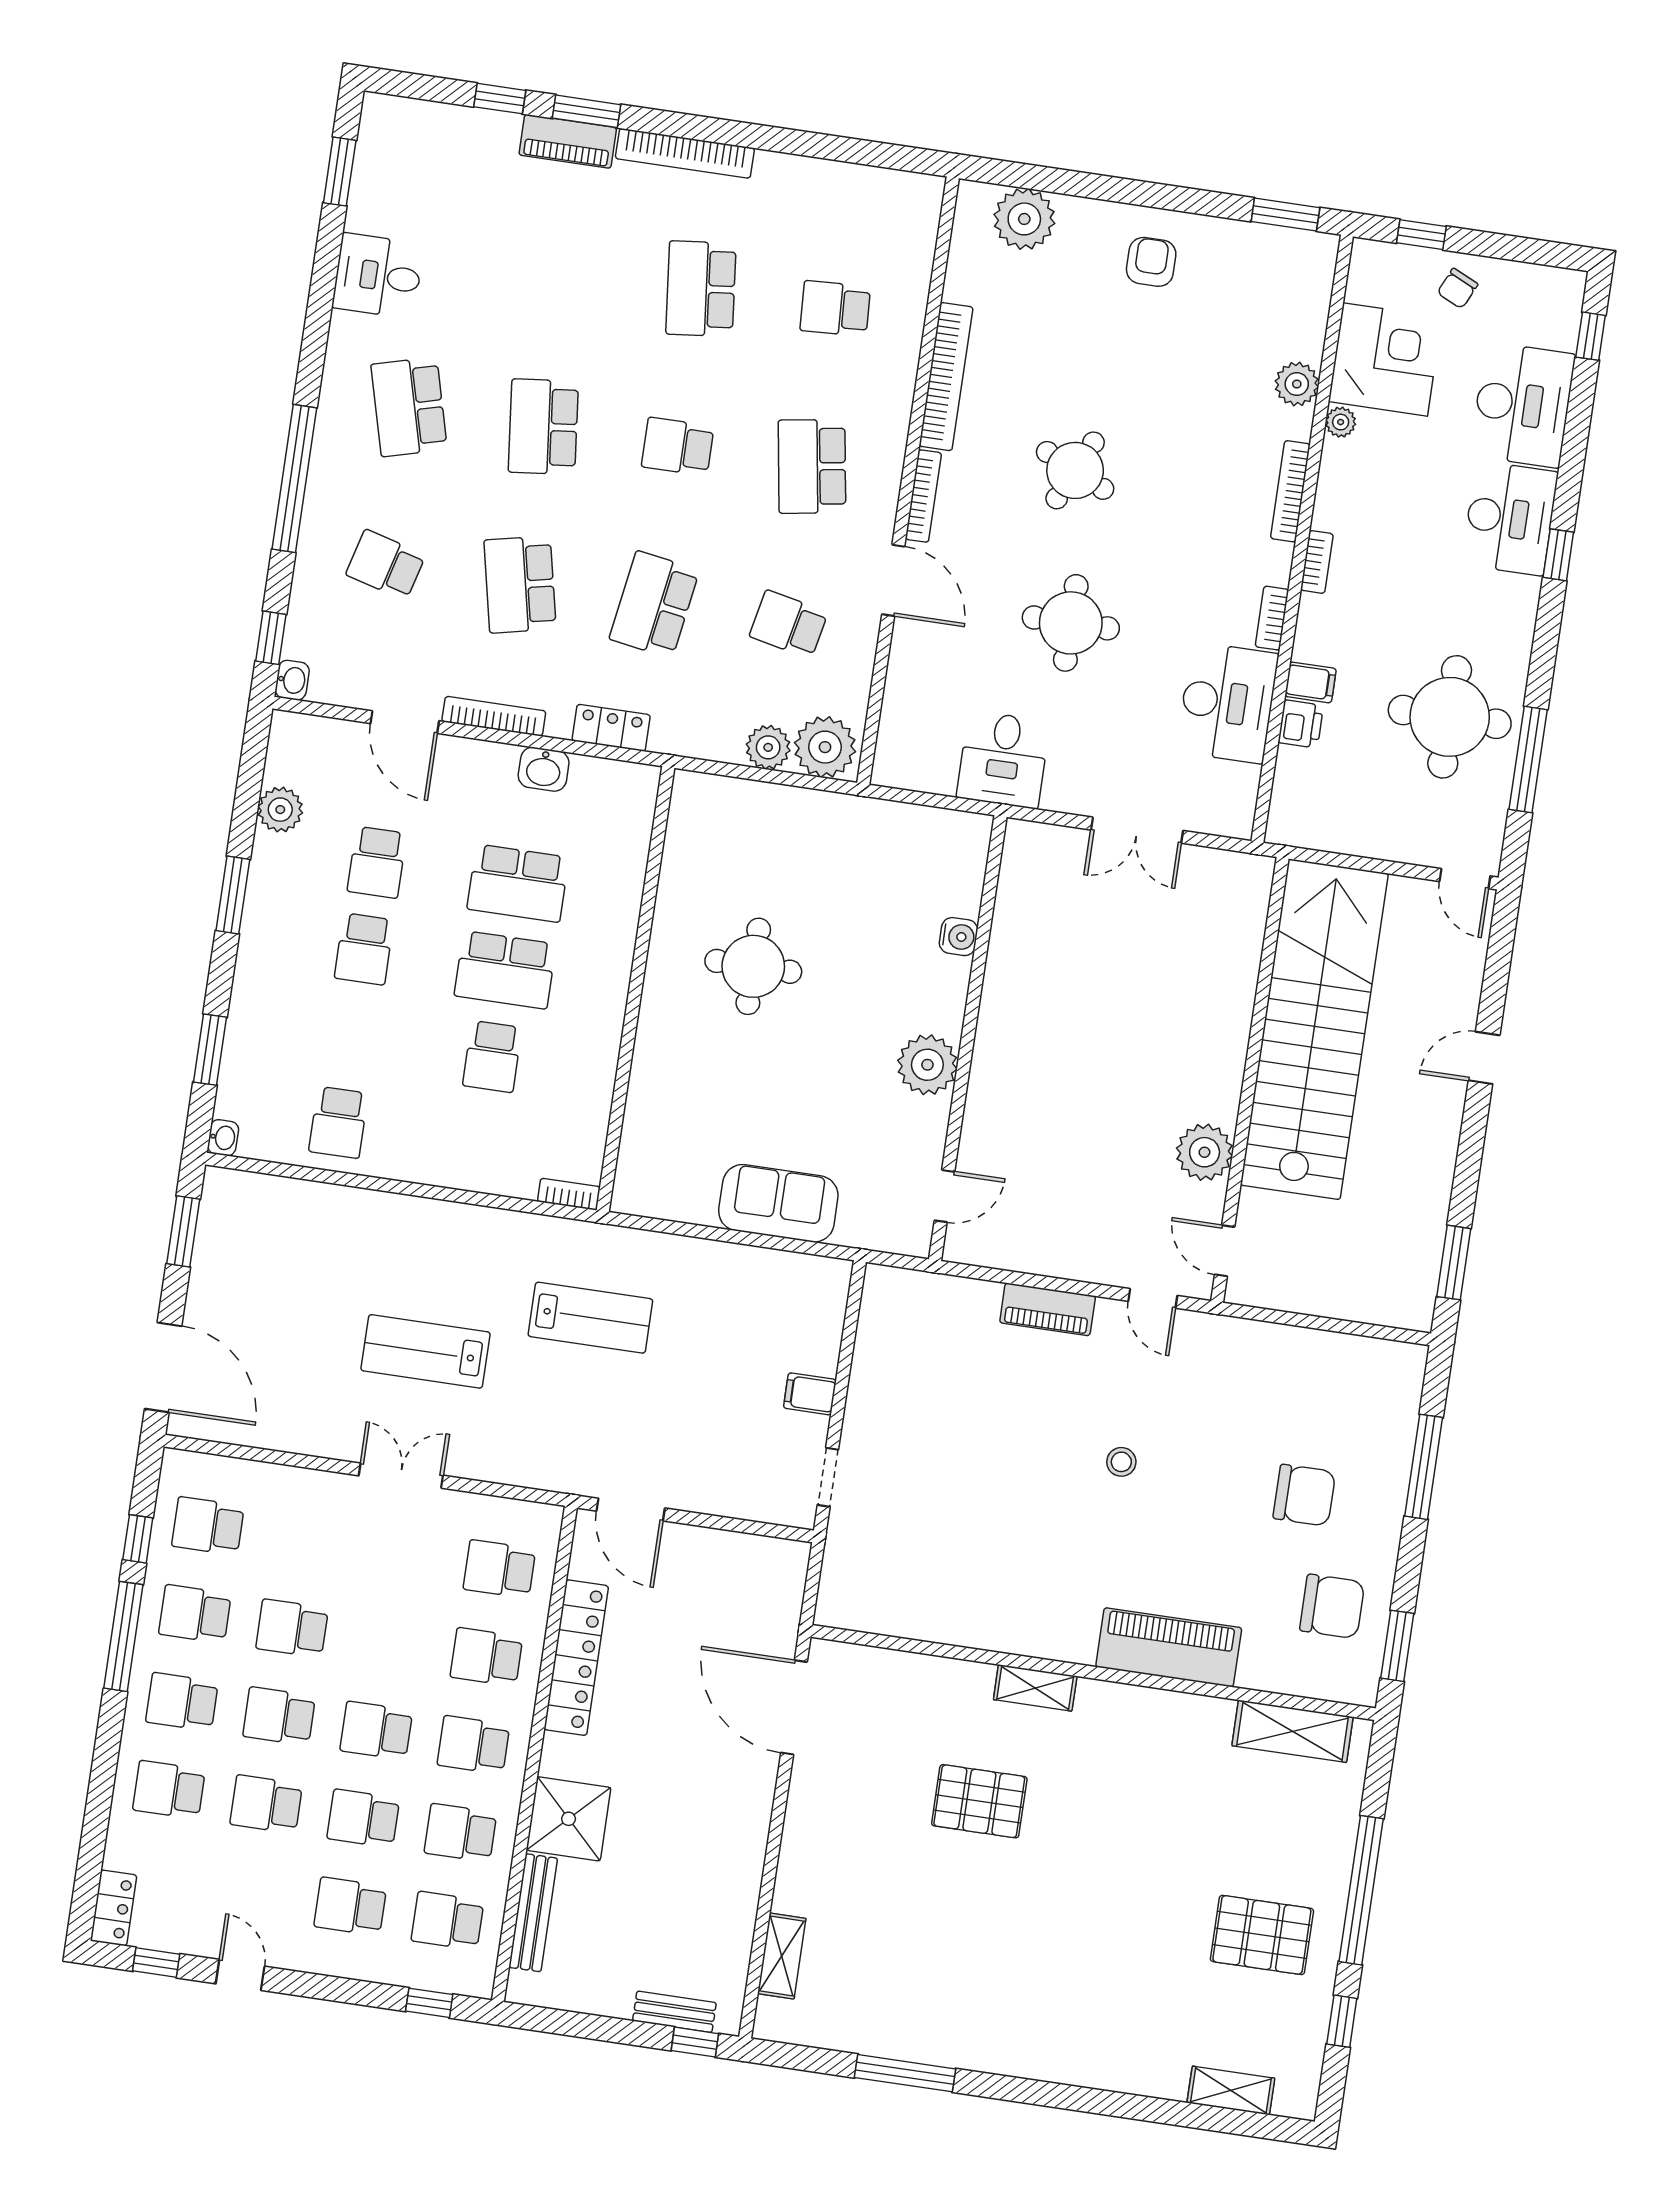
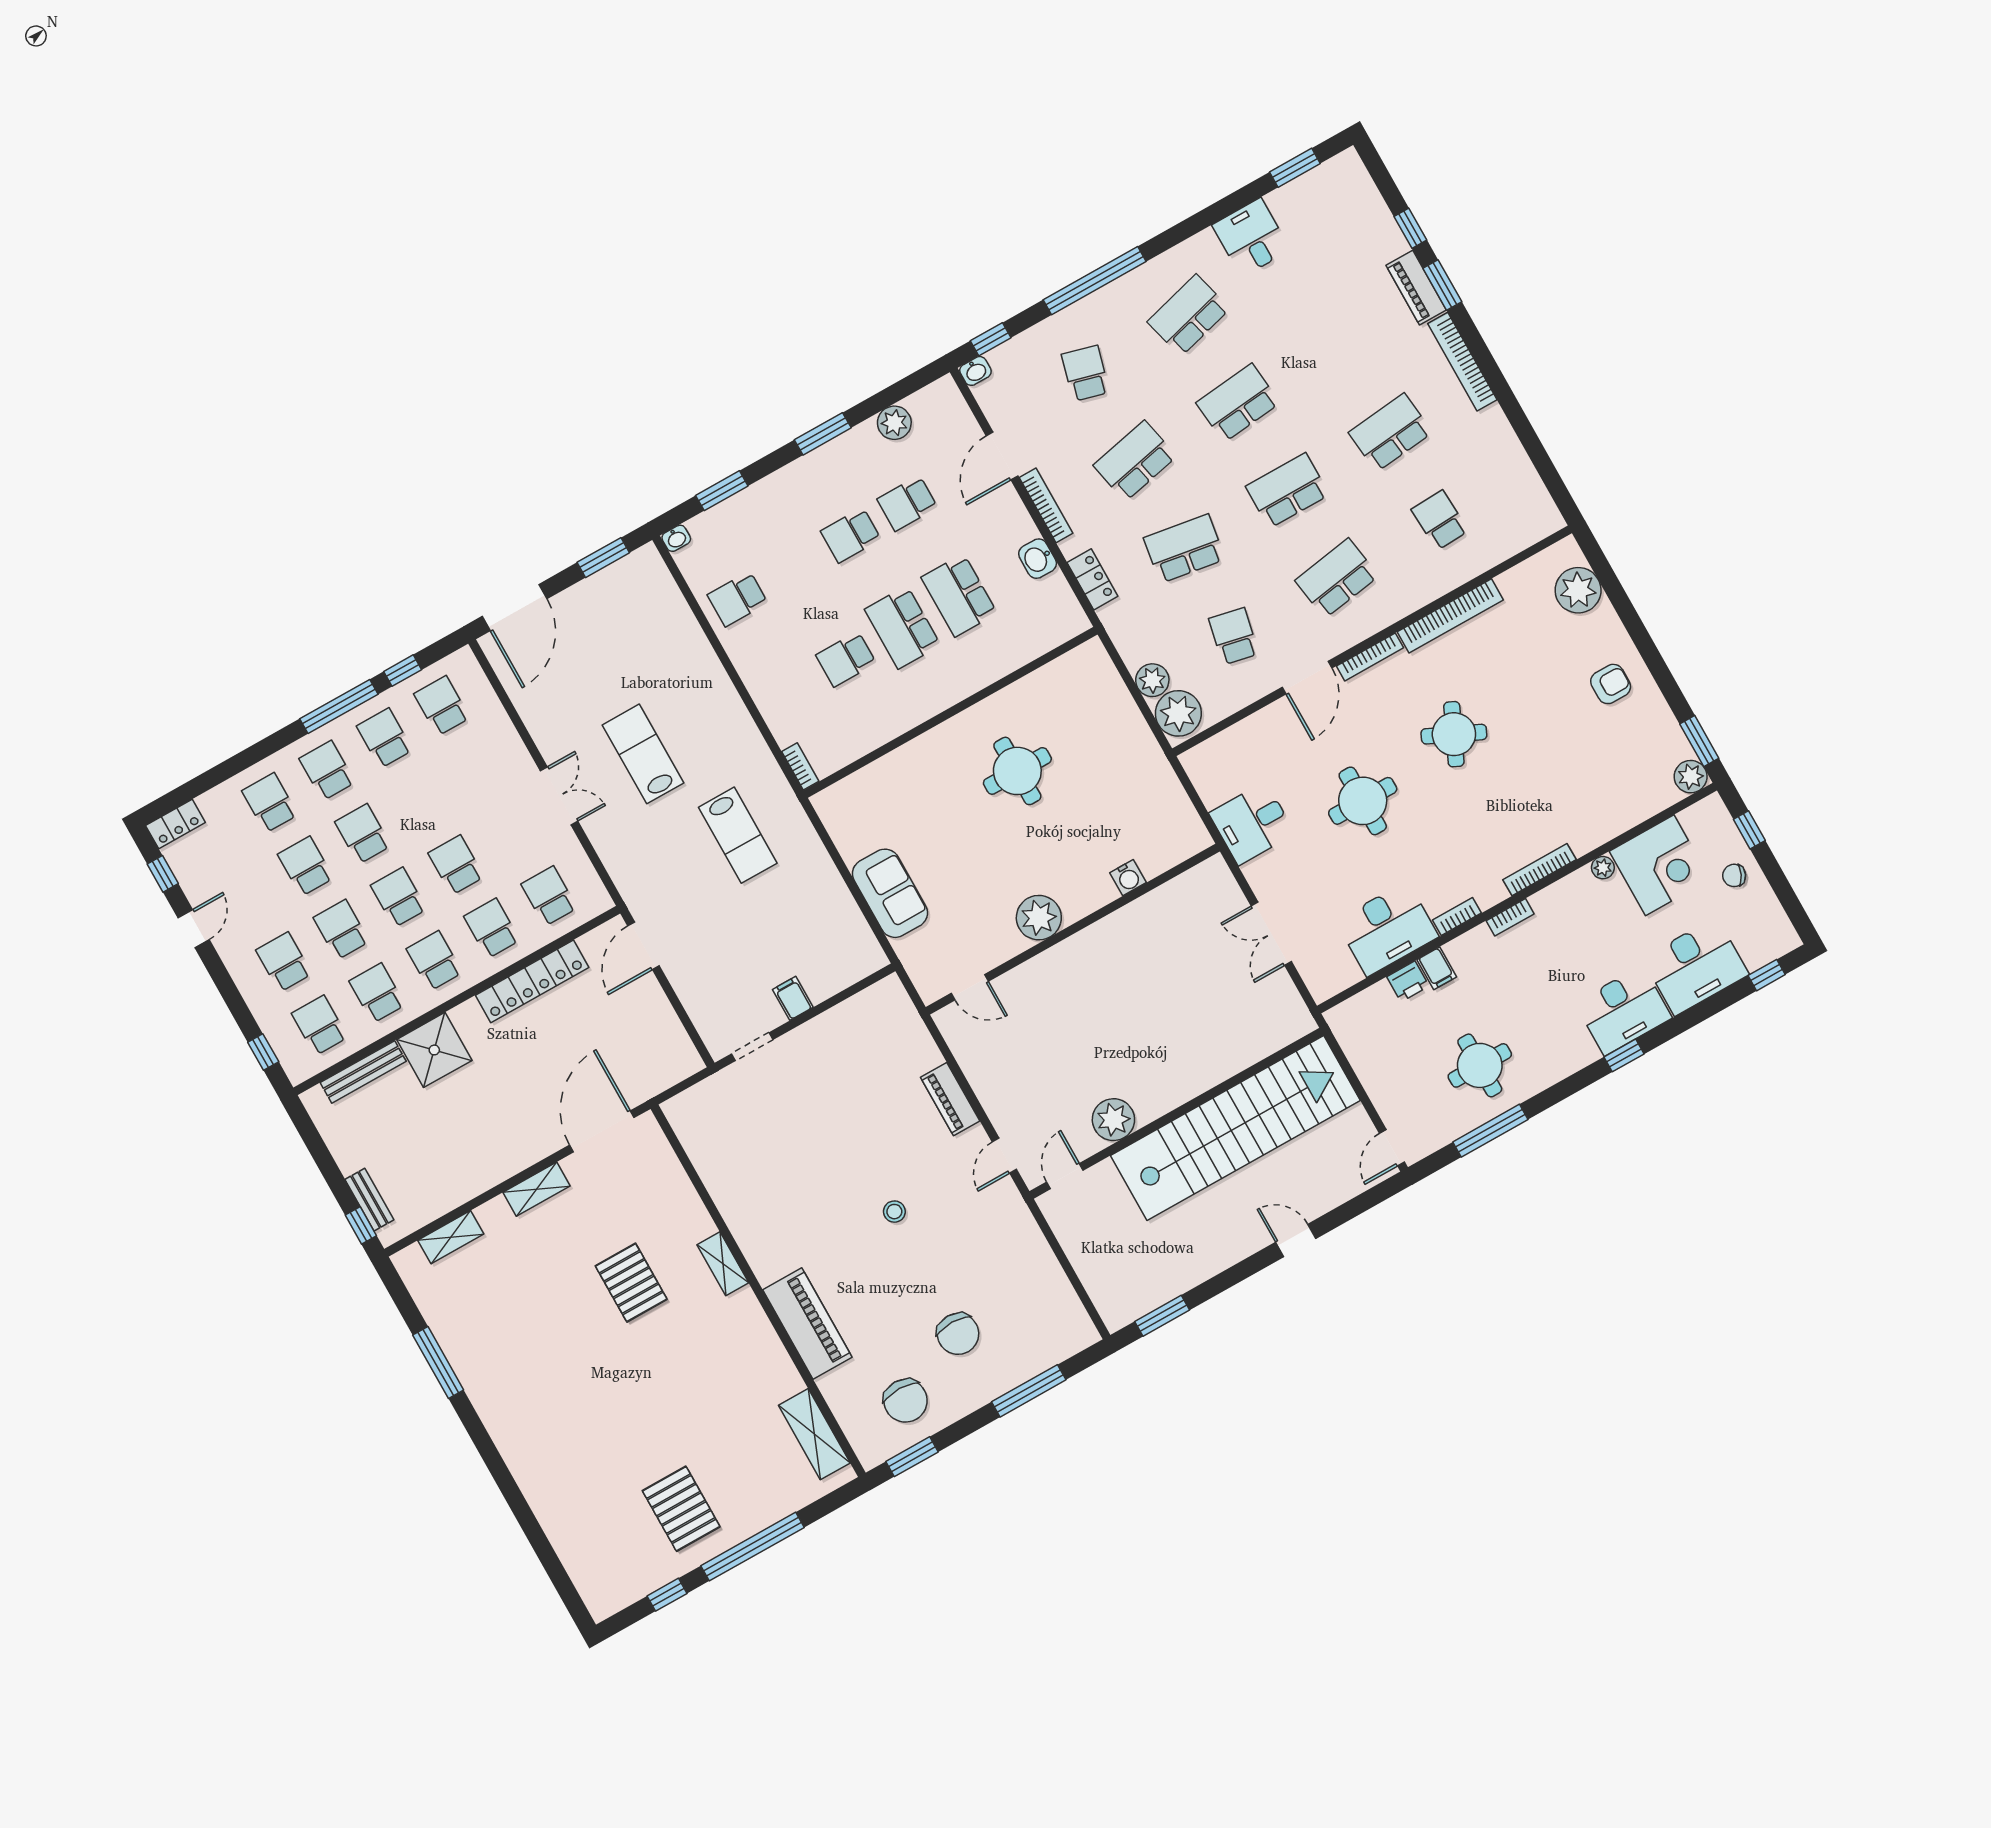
plant: (1297, 384) -> (1691, 777), moved
school desk: (678, 447) -> (1287, 491), width x1.85
round table: (1450, 717) -> (1480, 1065), width x0.73, depth x0.73
school desk: (292, 1628) -> (456, 865), moved
shelving: (1231, 2090) -> (536, 1189), moved, turned 90

